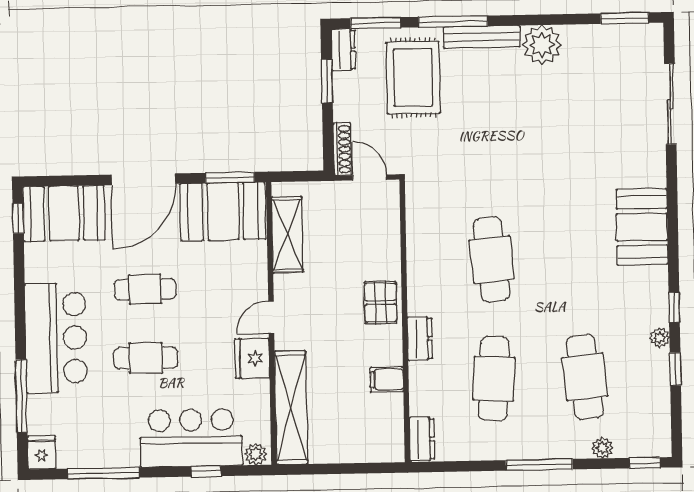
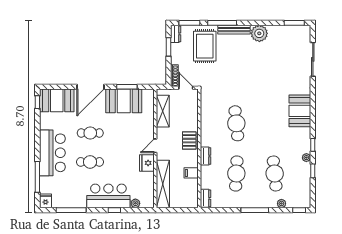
shelving: (287, 234) -> (163, 111), moved
door: (271, 317) -> (155, 146), moved
wall: (271, 323) -> (155, 148), moved
fridge: (252, 358) -> (147, 163), moved
shelving: (291, 408) -> (163, 184), moved

